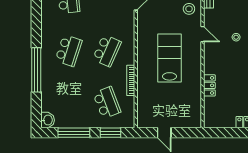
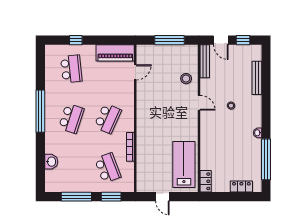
lab bench: (170, 58) -> (184, 164), moved
window: (36, 70) -> (40, 111), moved
locker: (209, 85) -> (206, 181), moved
washbasin: (48, 120) -> (51, 162), moved

